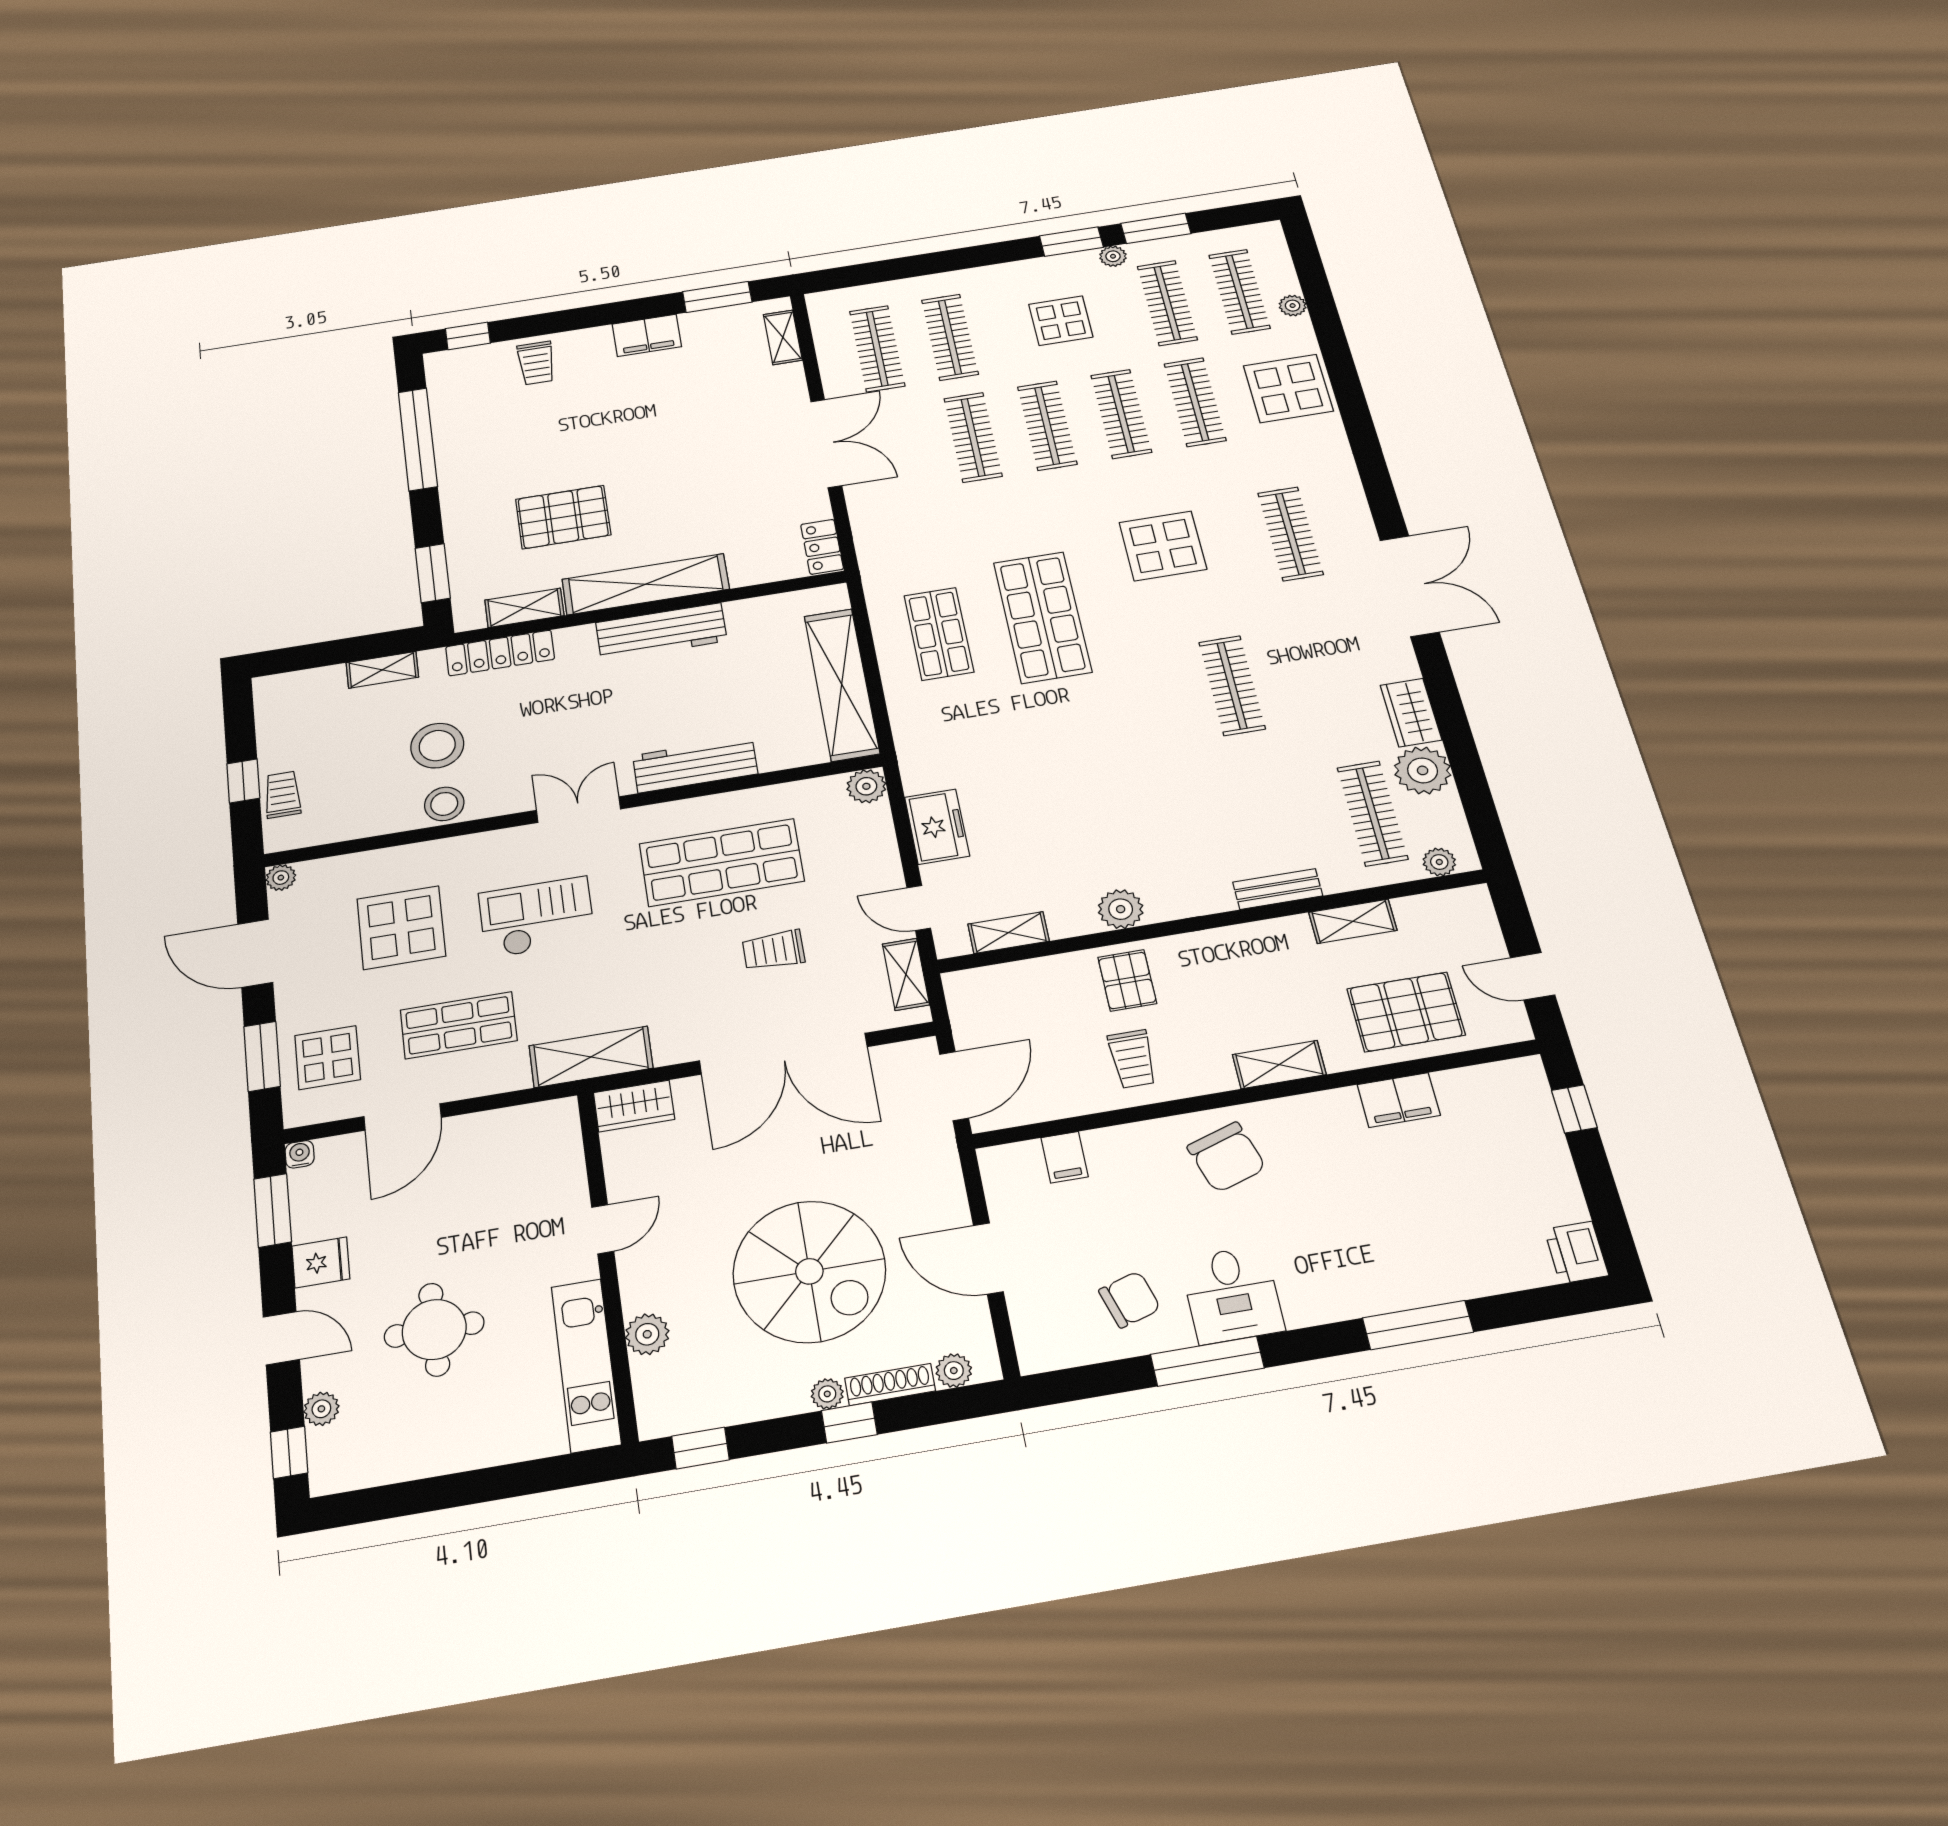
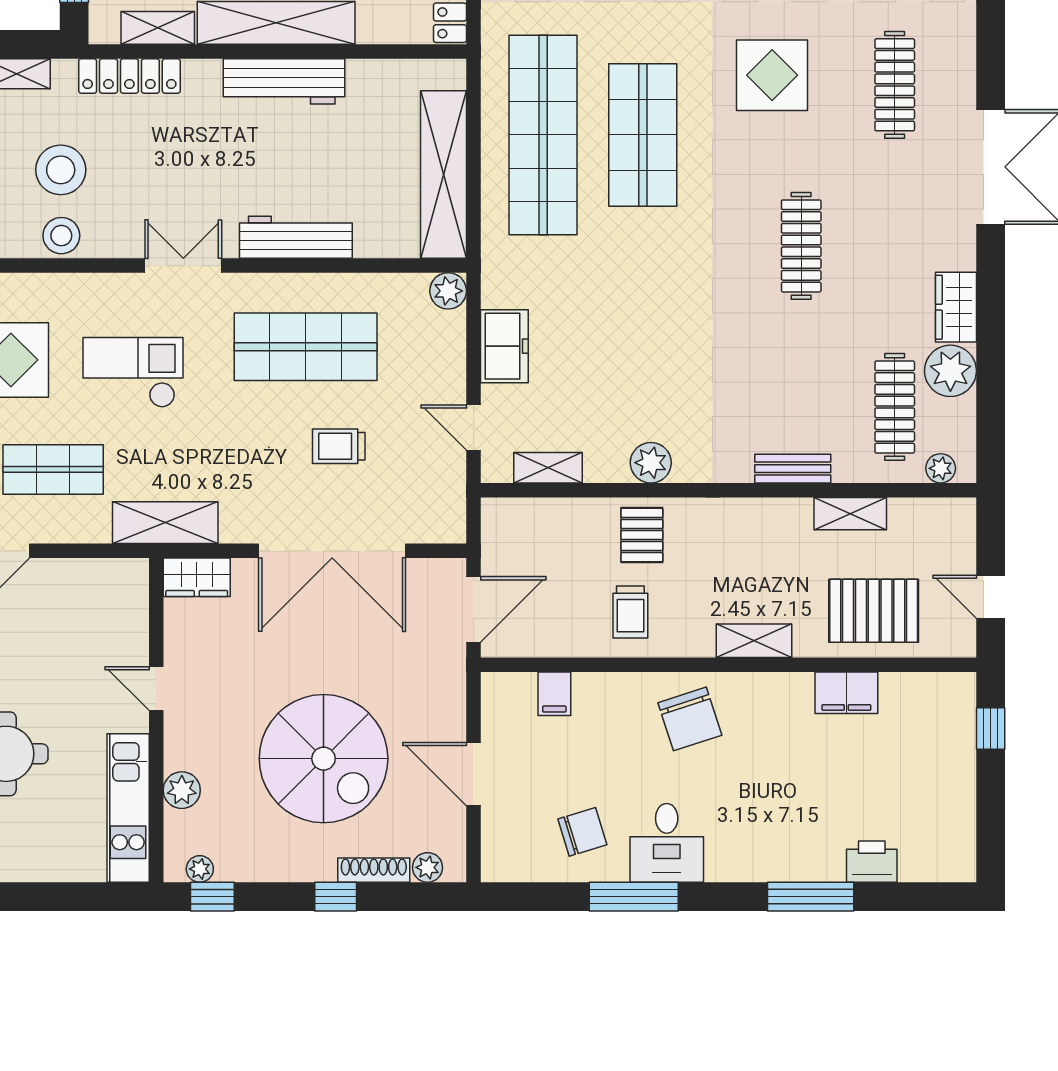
shop shelf: (939, 634) -> (543, 135), width x2.00, depth x1.36
shelving: (906, 974) -> (451, 493), removed
door: (603, 1229) -> (156, 689), swing flipped
printer: (1576, 1252) -> (872, 862), moved, turned 90
plant: (827, 1394) -> (200, 869), moved

